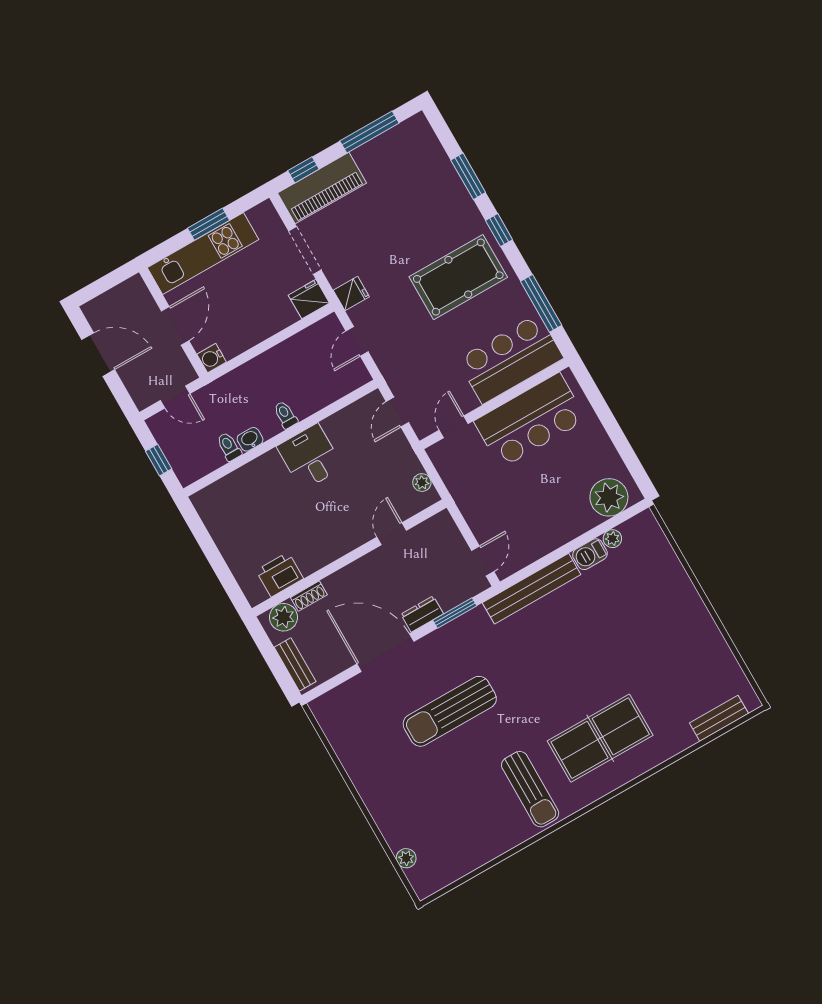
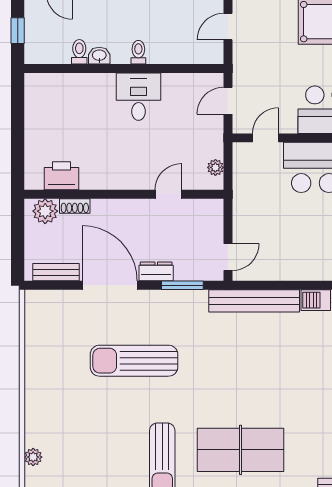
bench: (295, 664) -> (56, 272), moved, turned 90

